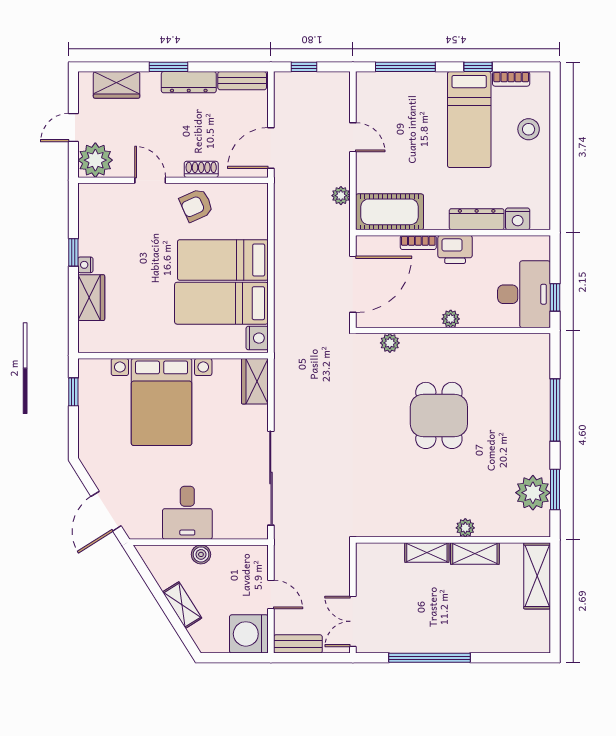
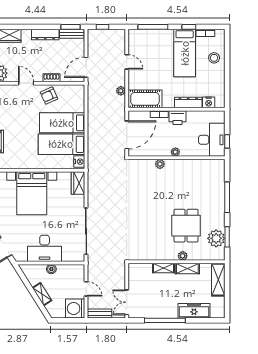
window: (168, 67) -> (71, 27), moved
plant: (390, 343) -> (160, 164), moved
dining table: (439, 415) -> (186, 226), moved
desk: (187, 513) -> (45, 248), width x1.37
freezer: (488, 638) -> (194, 311), added

